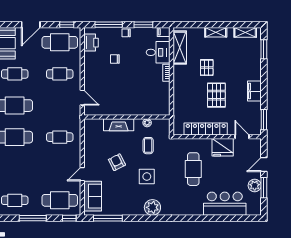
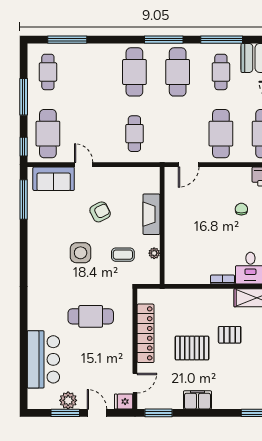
cafe table: (60, 74) -> (221, 134), width x1.37, depth x1.35
fridge: (223, 147) -> (124, 402), moved, width x0.53, depth x0.75
plant: (152, 207) -> (38, 260), removed

